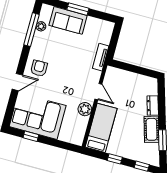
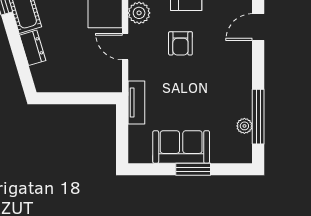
sofa: (68, 20) -> (181, 147), moved
armchair: (39, 68) -> (180, 43), moved

